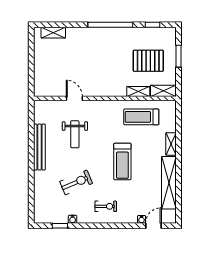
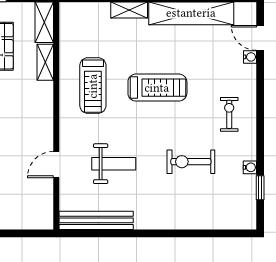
treadmill: (141, 117) -> (93, 86), moved
bench: (39, 147) -> (96, 220), moved
exercise bike: (76, 182) -> (191, 162), turned -67

